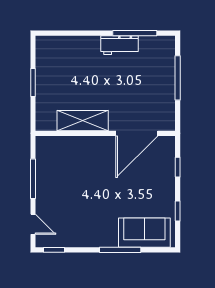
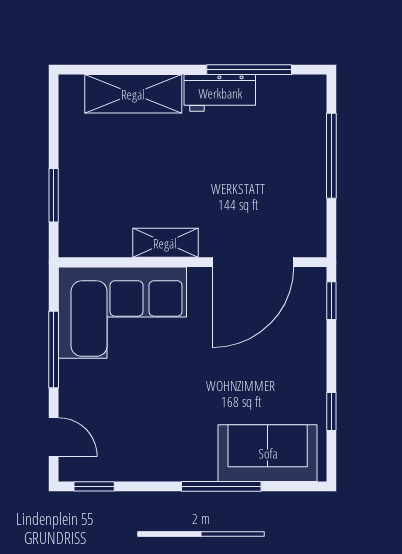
shelving: (74, 46) -> (133, 94), added
window: (33, 82) -> (54, 195), moved
shelving: (83, 121) -> (165, 243), width x0.67, depth x0.75
corner sofa: (69, 160) -> (122, 313), added
window: (178, 167) -> (331, 301), moved

